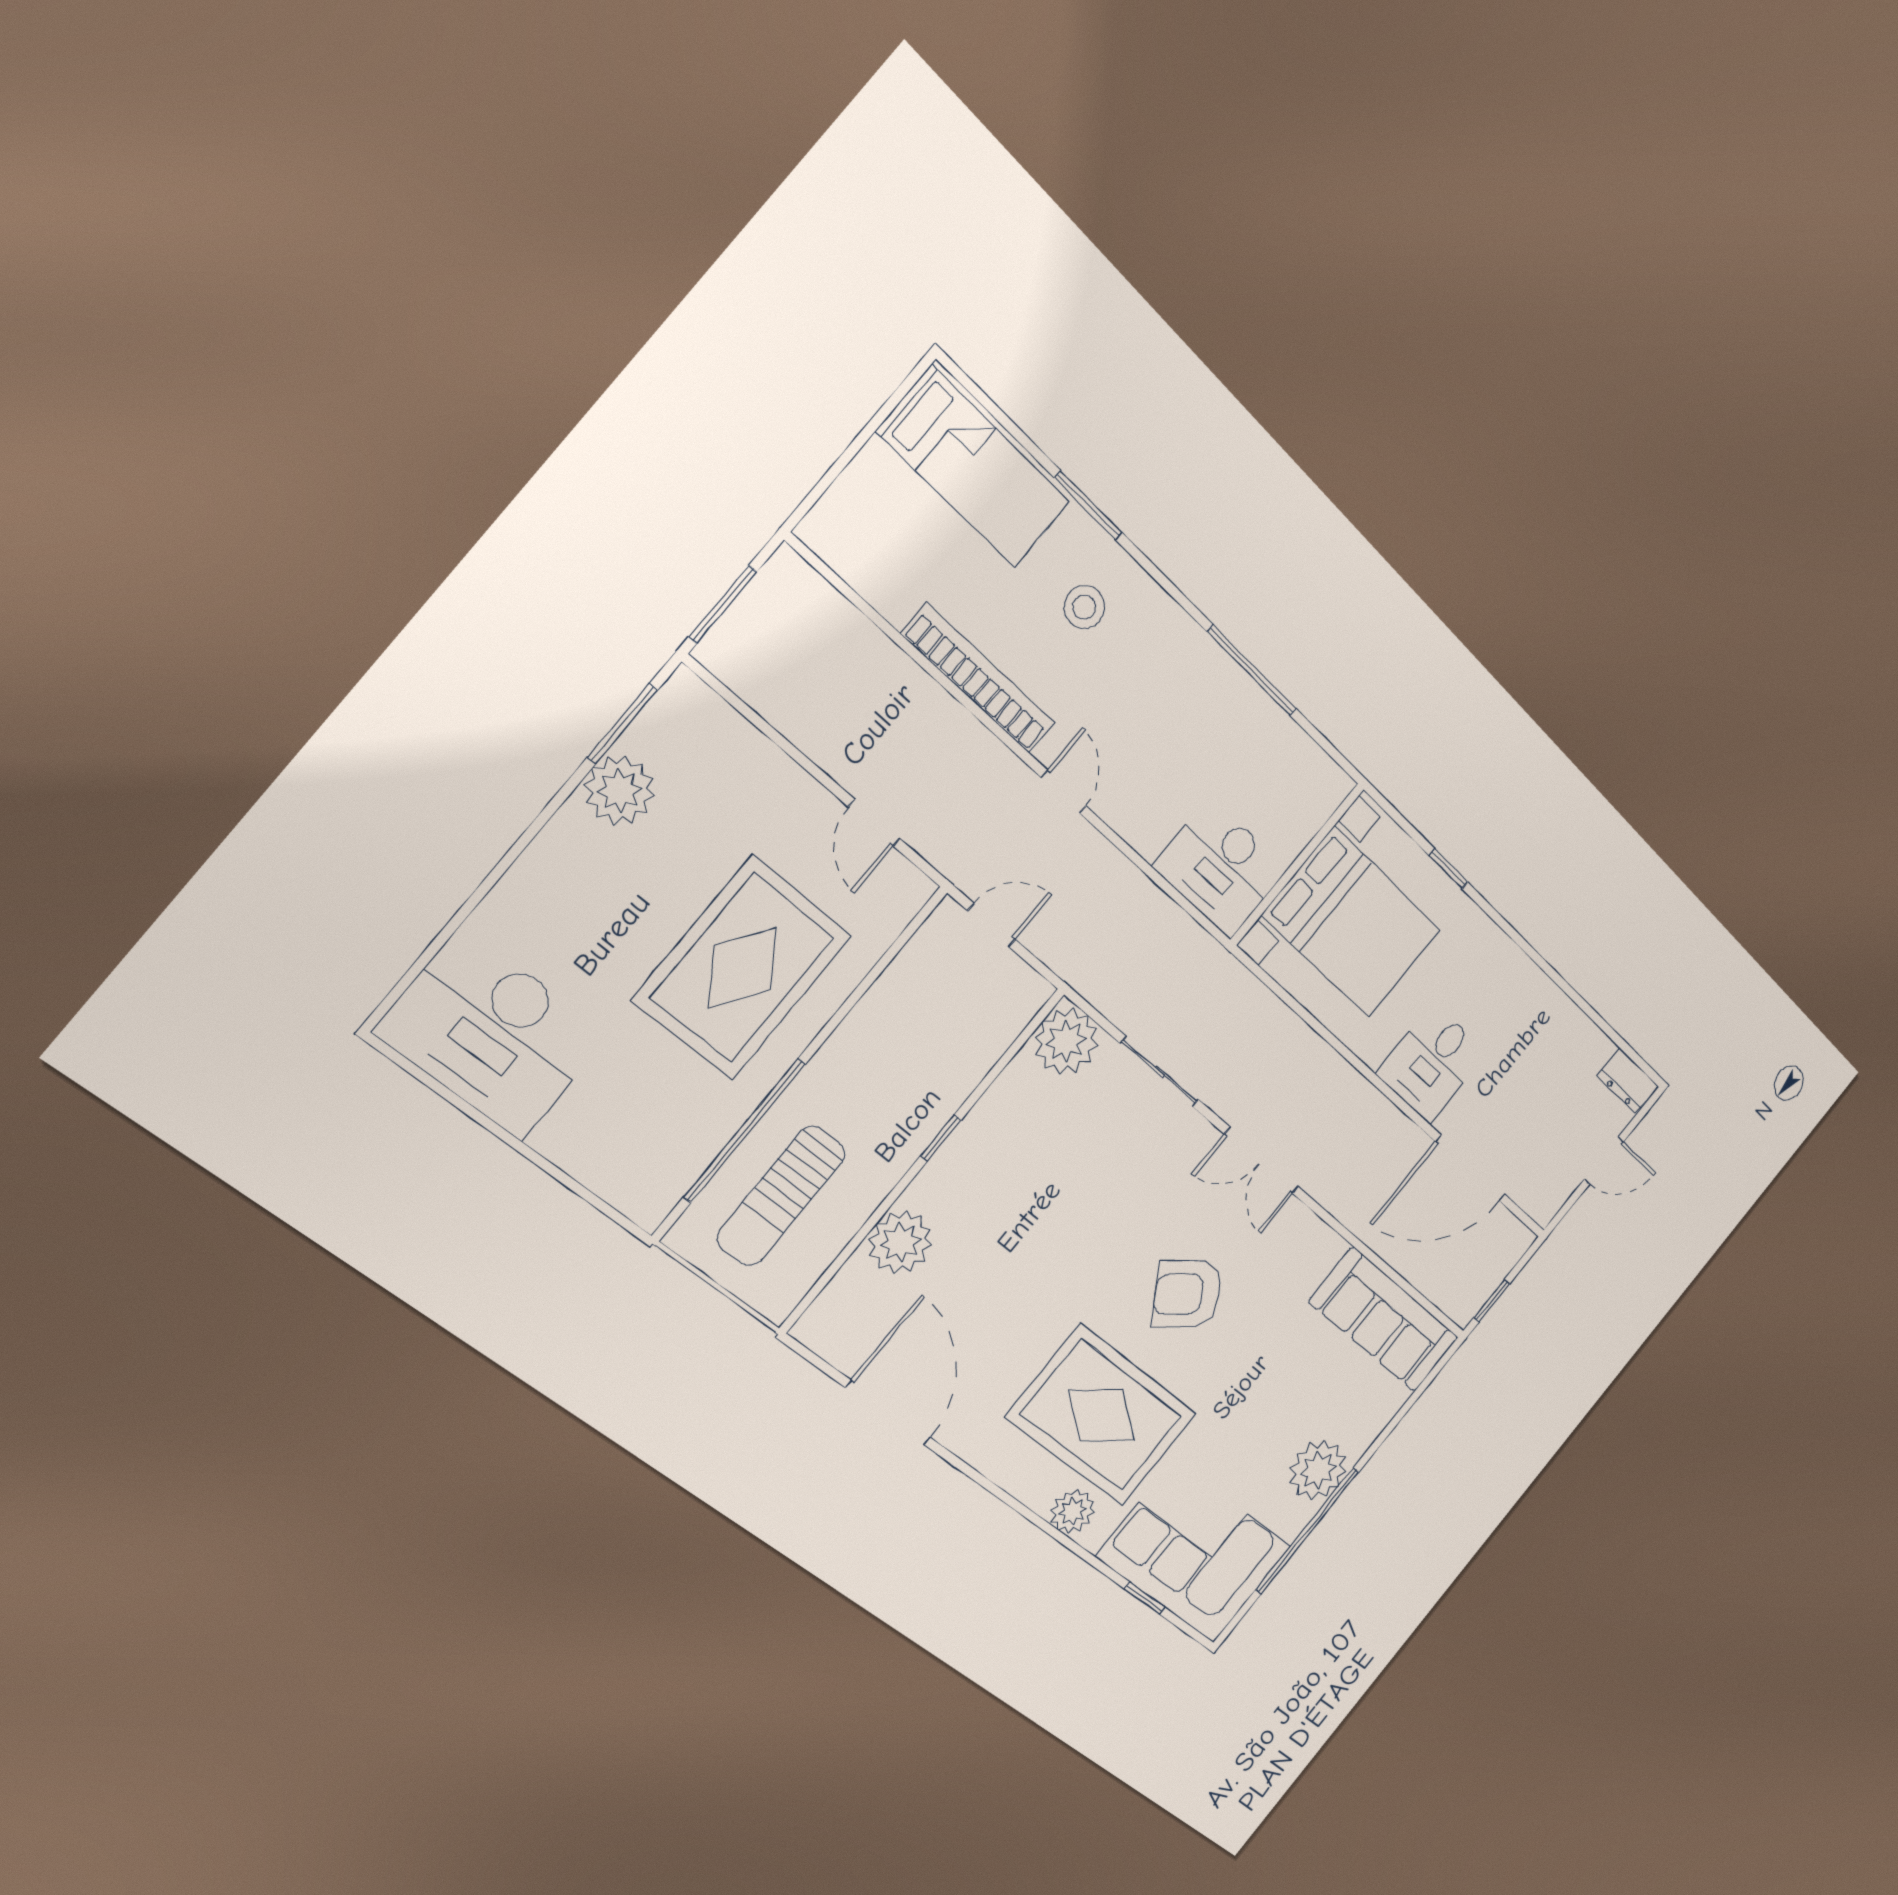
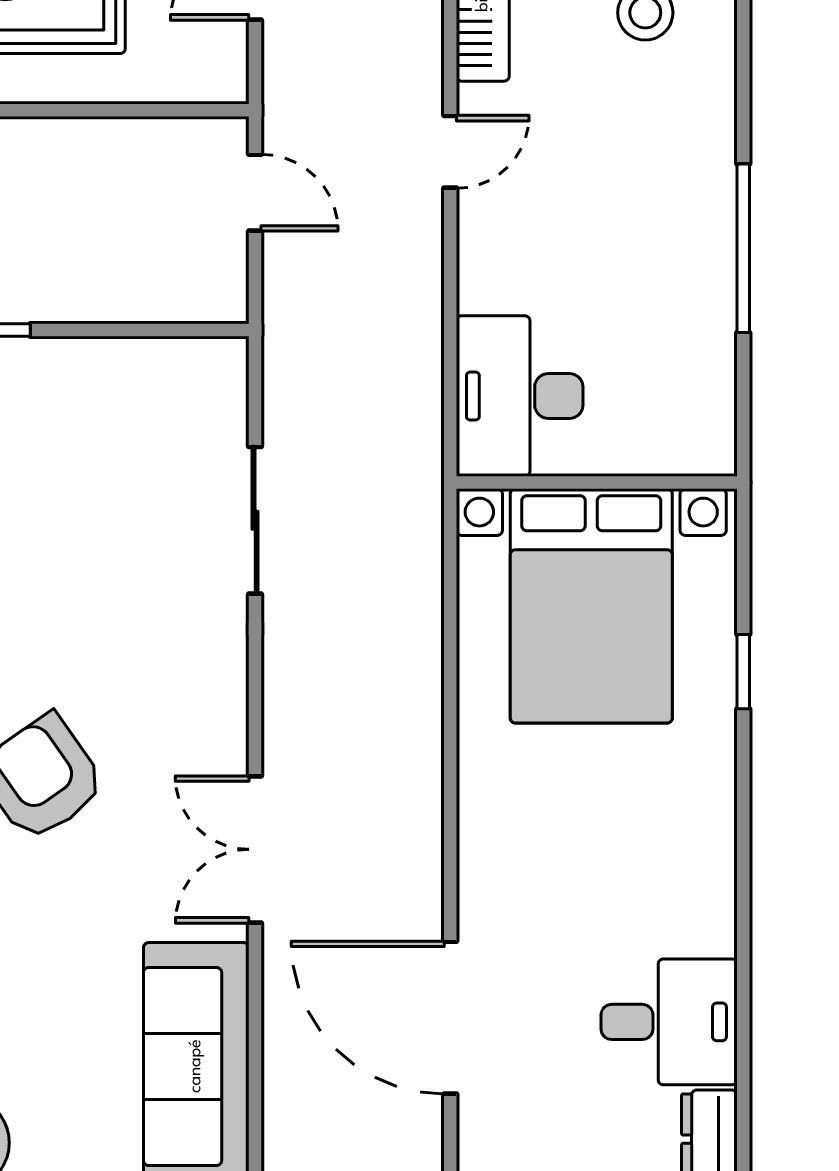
plant: (1066, 1041) -> (203, 382), removed
desk: (1432, 1063) -> (669, 1022), moved, turned 180
double door: (1261, 1161) -> (255, 849), moved

